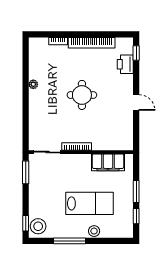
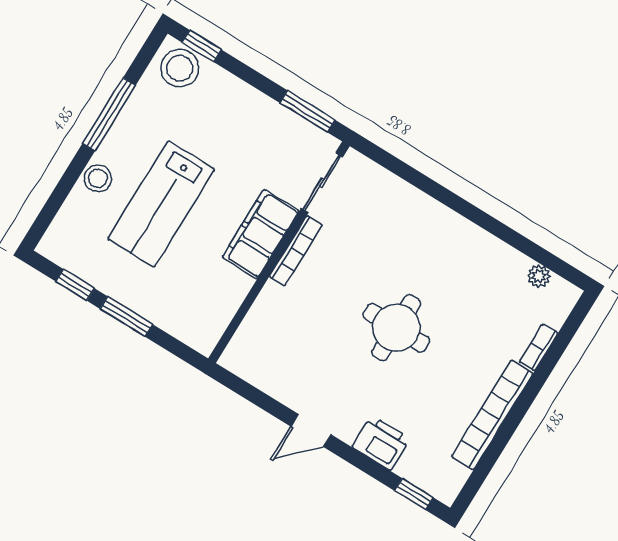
printer: (125, 64) -> (381, 443), moved
plant: (33, 84) -> (539, 276), moved
filing cabinet: (108, 162) -> (261, 234), moved

